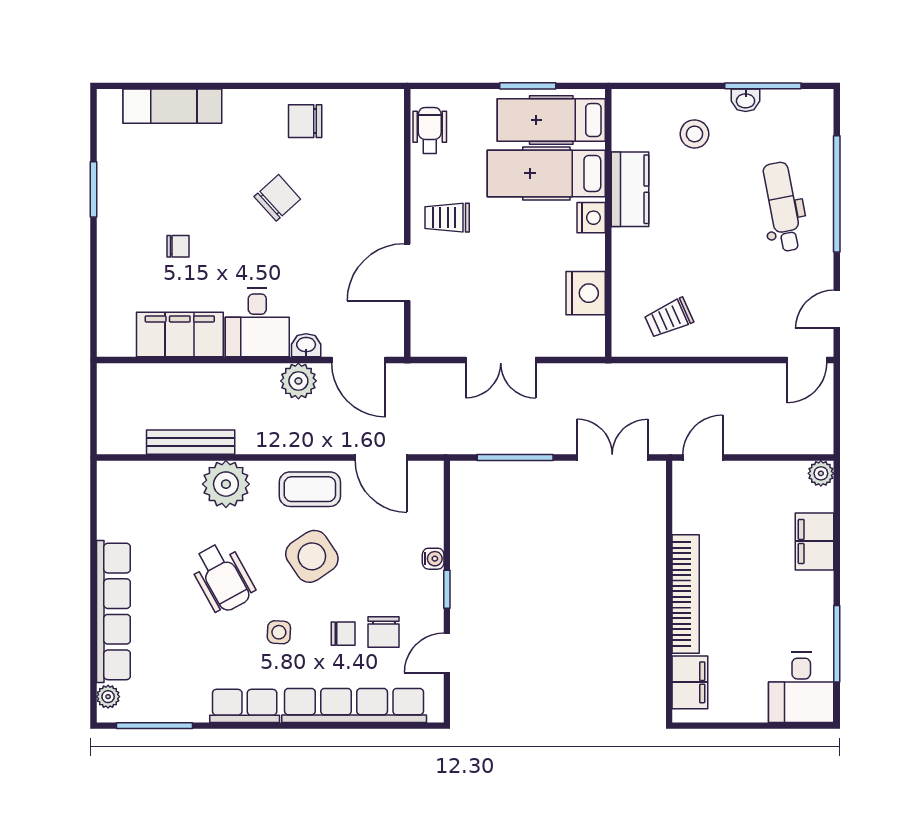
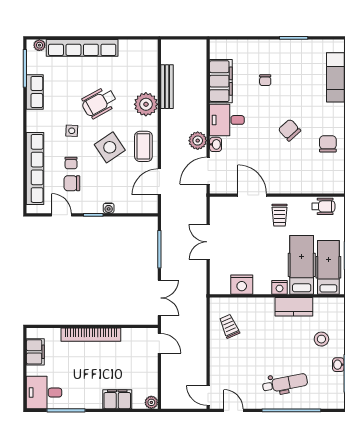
chair: (277, 198) -> (289, 130), turned 180
trolley: (447, 218) -> (279, 215), turned 180
filing cabinet: (690, 682) -> (35, 352), moved, turned -90
row of seats: (245, 706) -> (35, 92), moved

